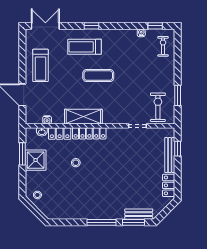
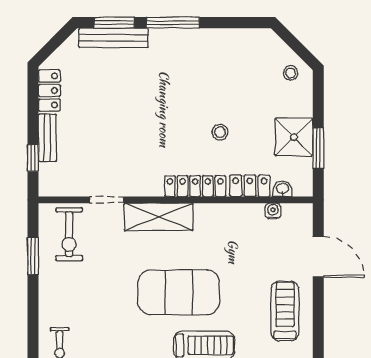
exercise mat: (98, 76) -> (179, 292), width x2.00, depth x1.45
shelving: (83, 117) -> (159, 217), moved
bench: (170, 155) -> (47, 138), width x0.73
bench: (139, 214) -> (114, 38), width x1.36

